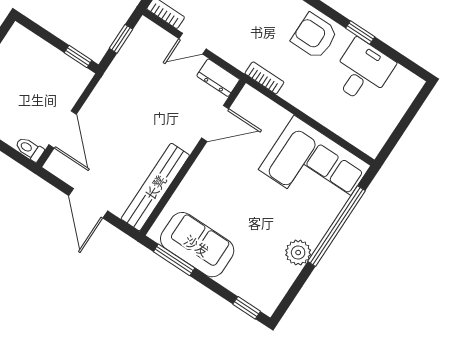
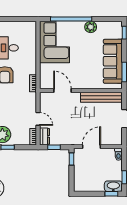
dresser: (218, 78) -> (44, 136), moved
door: (63, 129) -> (91, 147), moved
sofa: (197, 245) -> (113, 61), width x1.36

